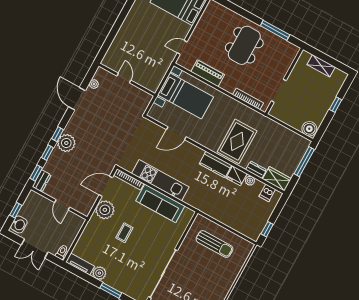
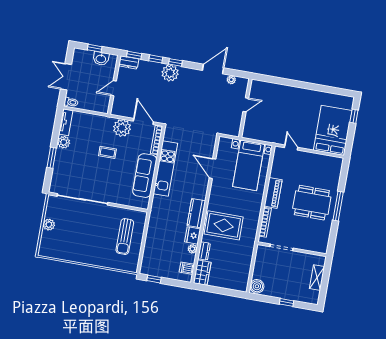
window: (275, 30) -> (338, 206), moved
piano: (208, 73) -> (273, 193), moved
window: (304, 162) -> (226, 292), removed
washbasin: (19, 224) -> (101, 59), moved

